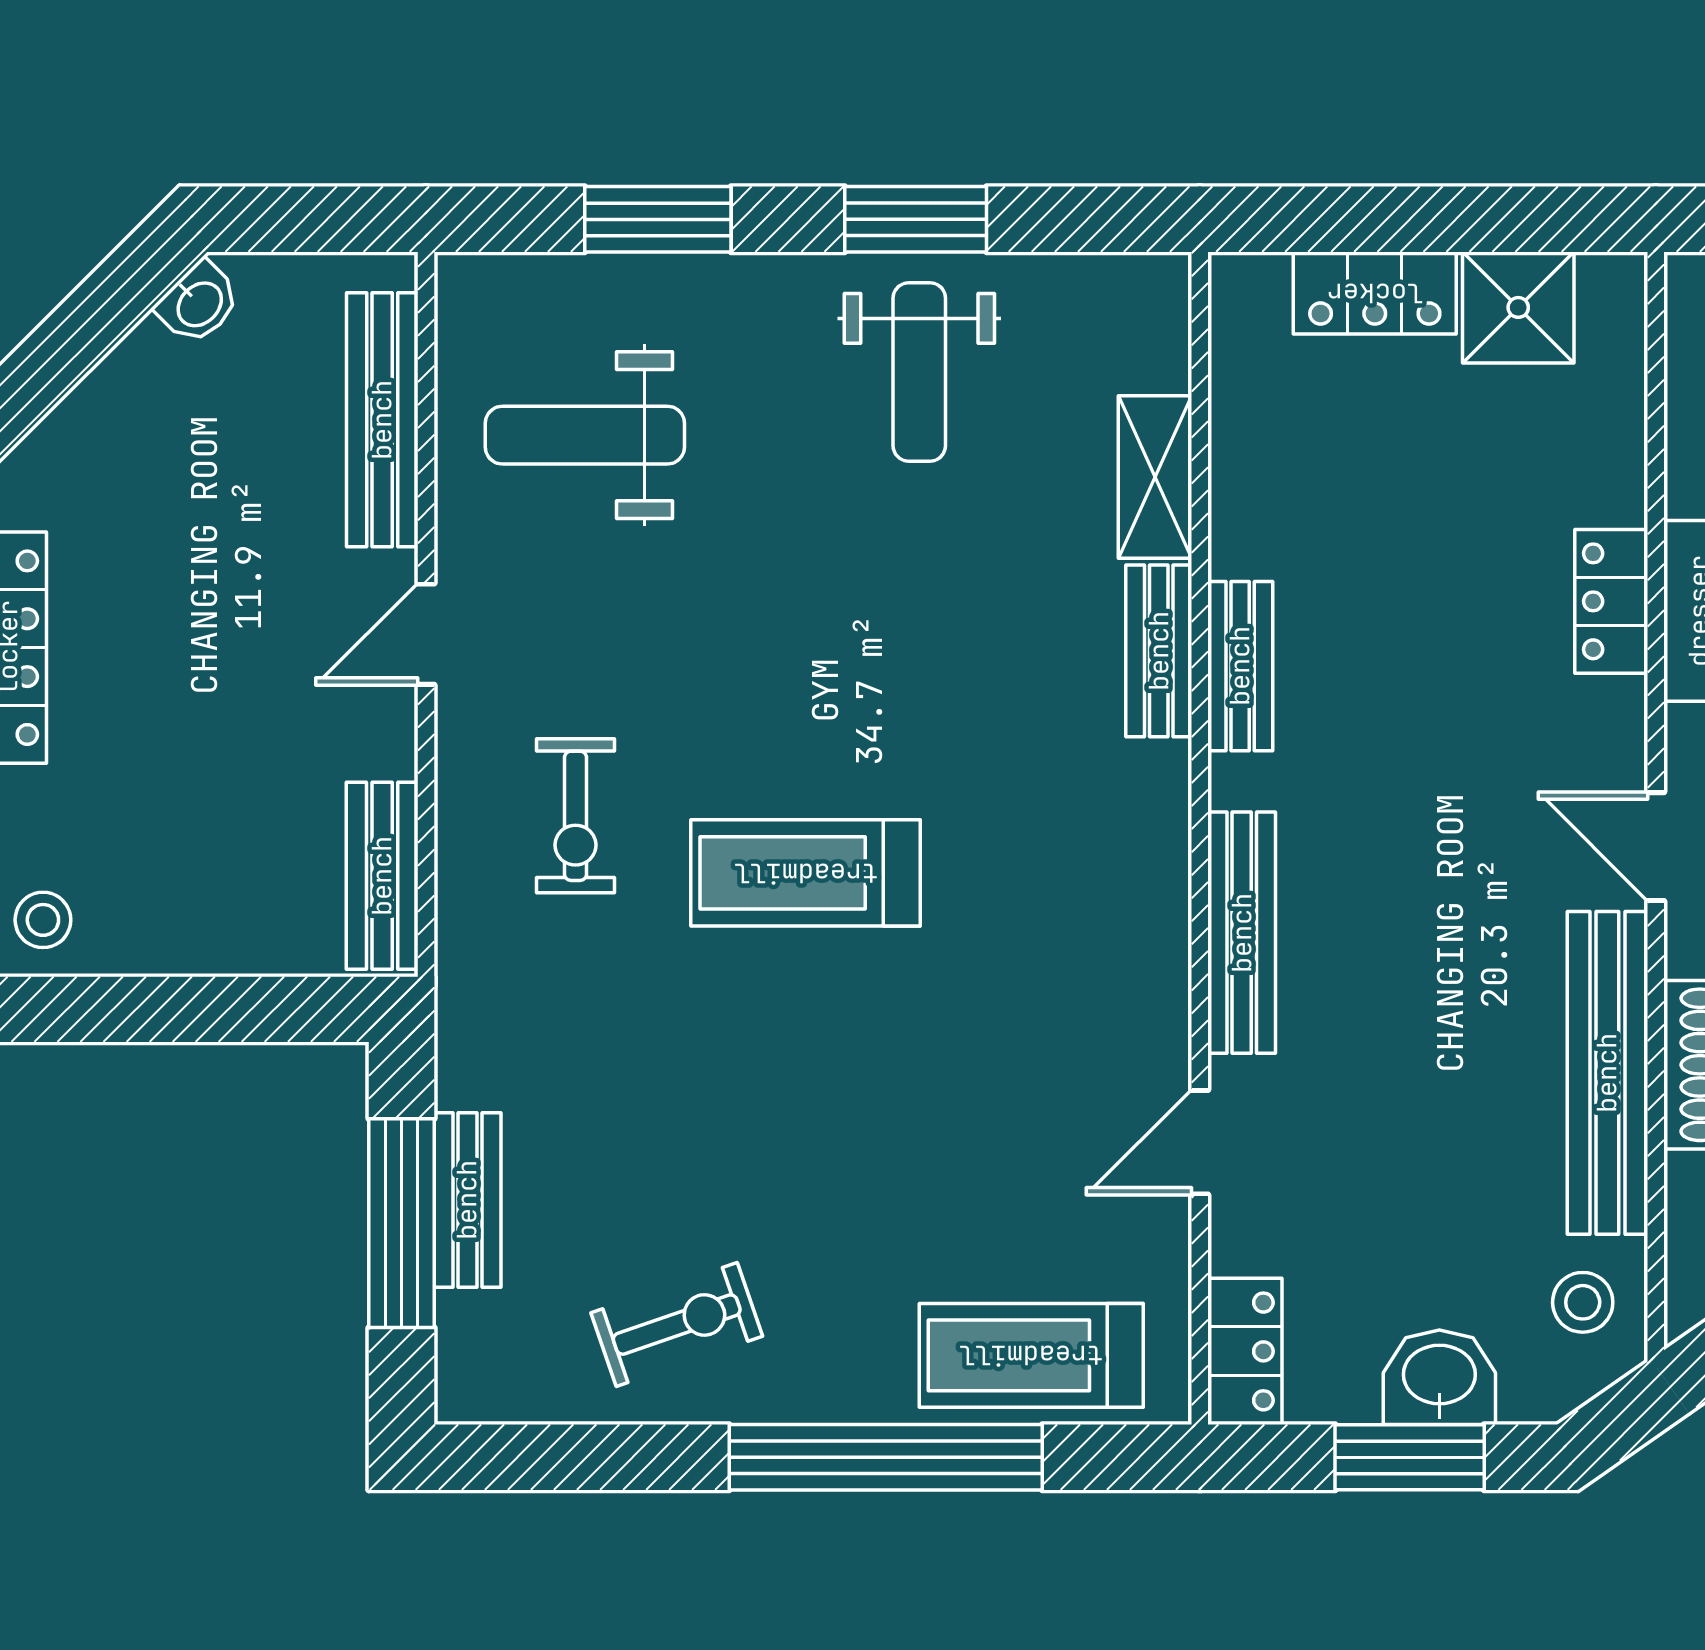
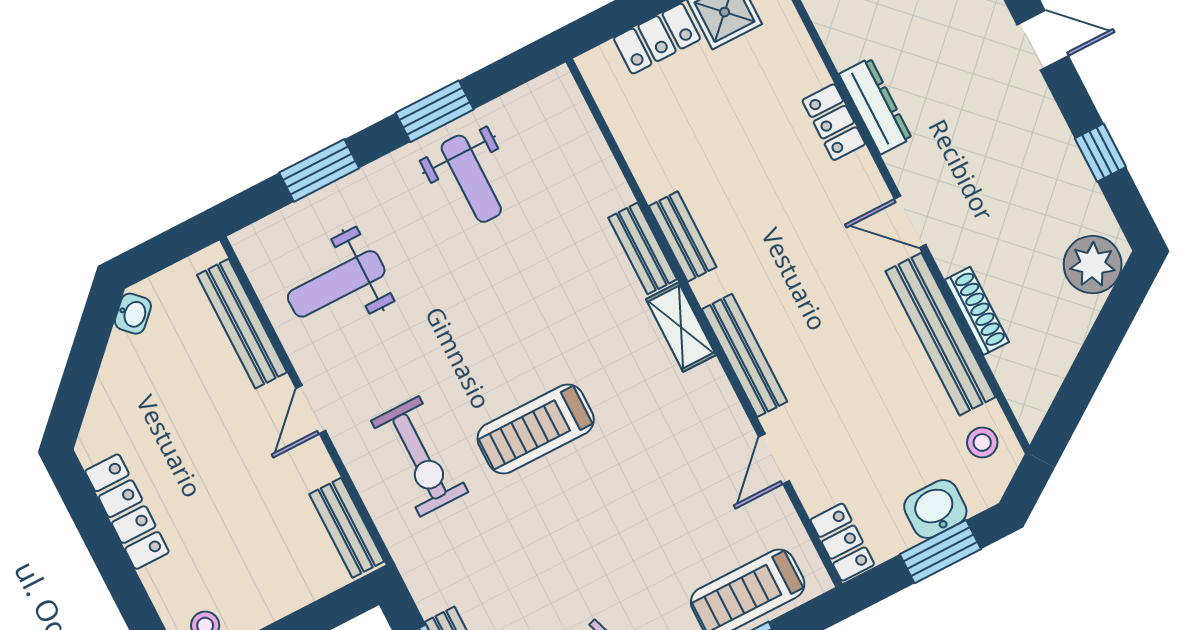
shelving: (1155, 477) -> (681, 327), moved
exercise bike: (575, 816) -> (420, 456), width x1.38, depth x1.39

